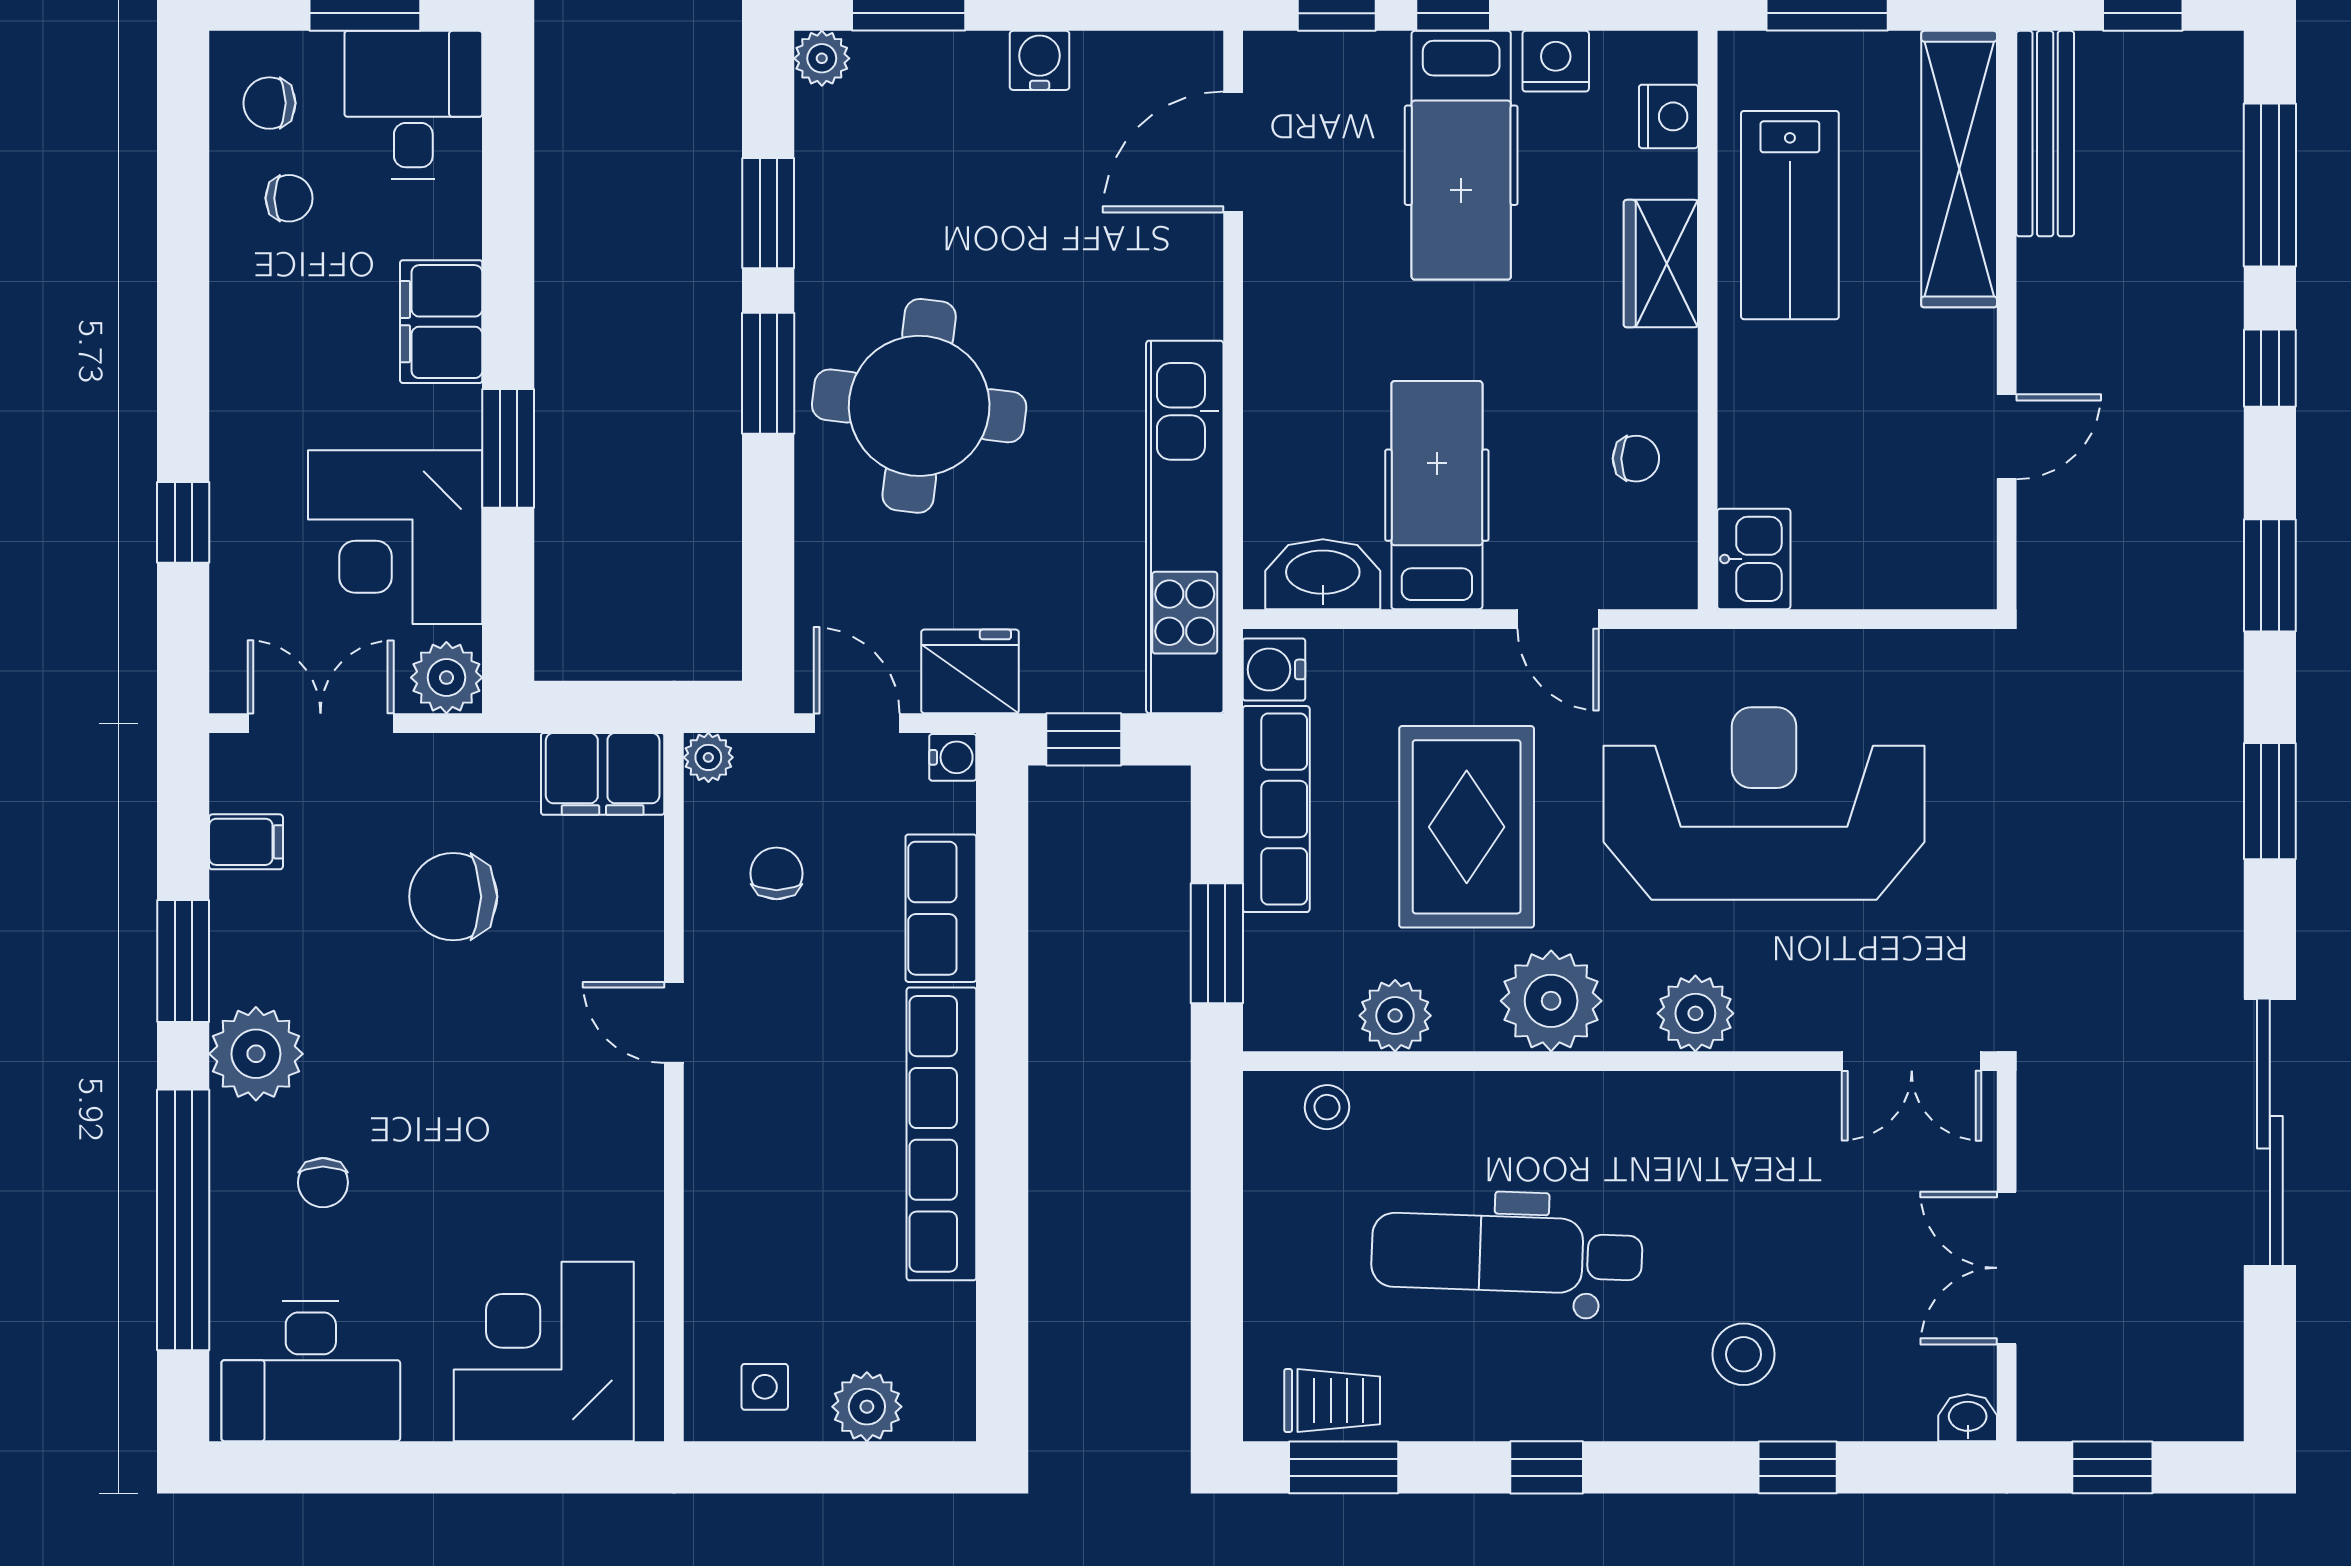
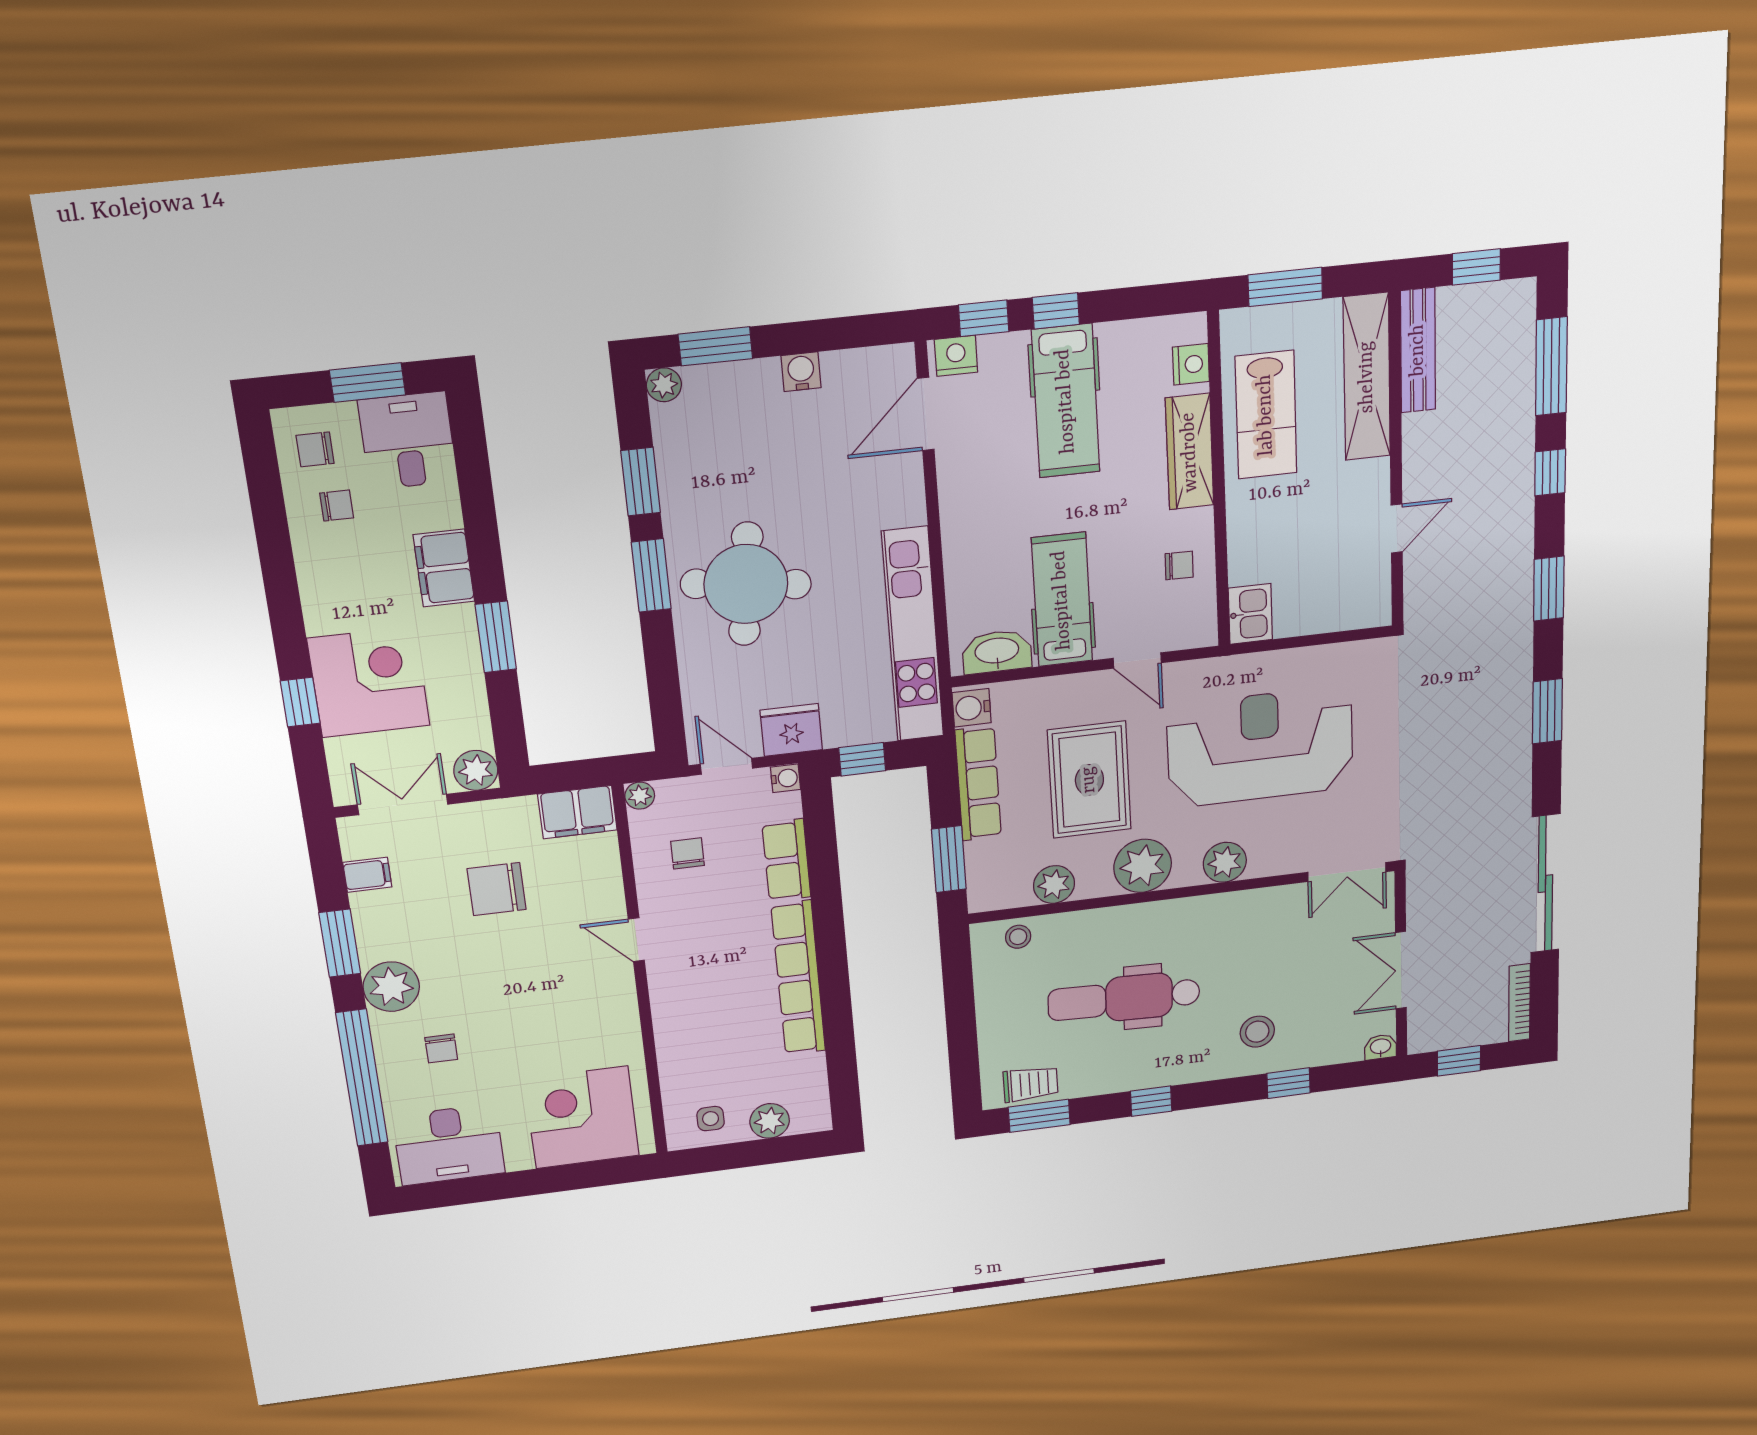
nightstand: (1556, 61) -> (956, 356), moved
wardrobe: (1661, 264) -> (1190, 452), width x1.50
corner desk: (395, 537) -> (369, 682), moved, turned 180
bookcase: (2224, 1364) -> (1519, 1003), added

